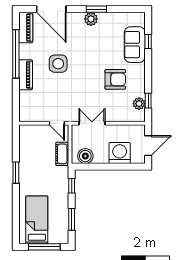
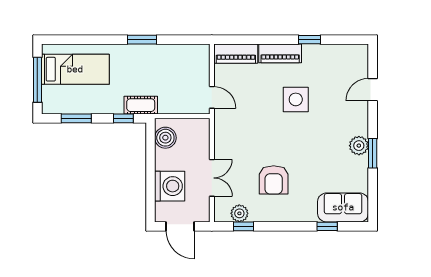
door: (51, 9) -> (373, 90), width x0.53
piano: (26, 28) -> (236, 54), moved
sofa: (135, 45) -> (343, 207), moved
window: (16, 54) -> (310, 40), width x0.32
door: (57, 123) -> (212, 97), swing flipped
double door: (92, 123) -> (212, 178), moved
cot: (62, 154) -> (141, 105), moved

